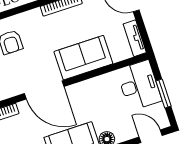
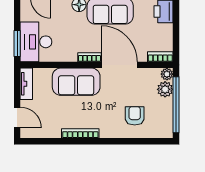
bookcase: (78, 88) -> (89, 57), added
window: (164, 93) -> (17, 43), moved

